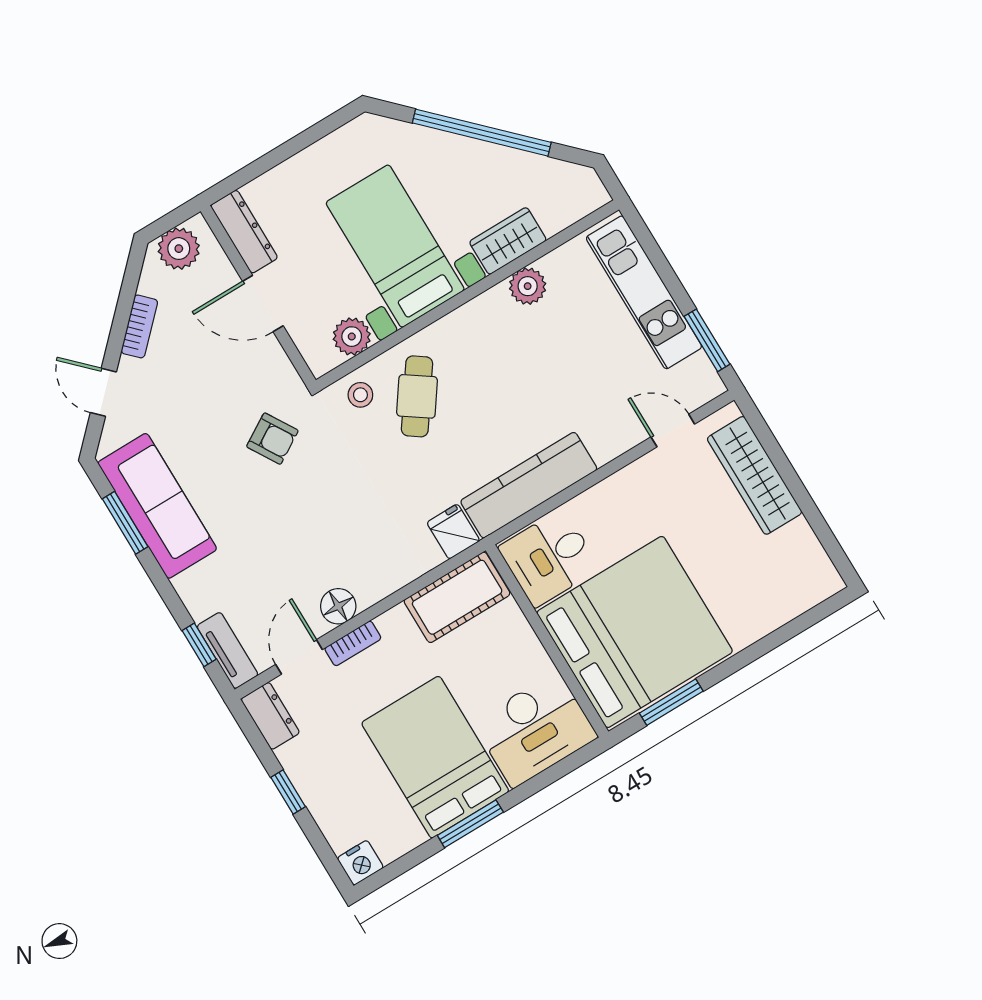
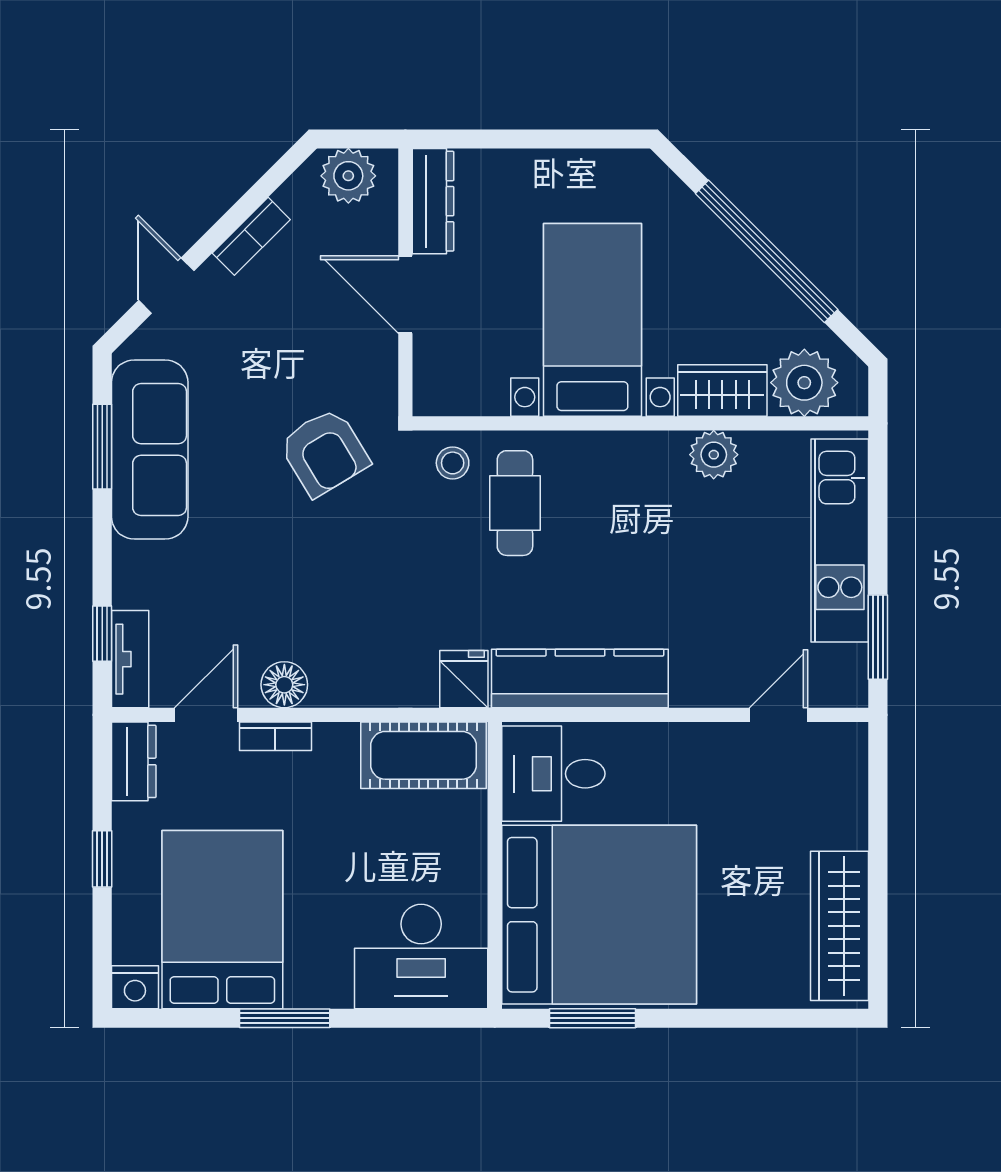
plant: (352, 337) -> (804, 383), moved, width x1.36, depth x1.36
cafe table: (417, 396) -> (515, 503), turned -35
door: (673, 431) -> (778, 715), hinge flipped
armchair: (272, 439) -> (324, 452), width x1.38, depth x1.38
wardrobe: (755, 475) -> (840, 926), moved
bed: (435, 757) -> (222, 920), moved

